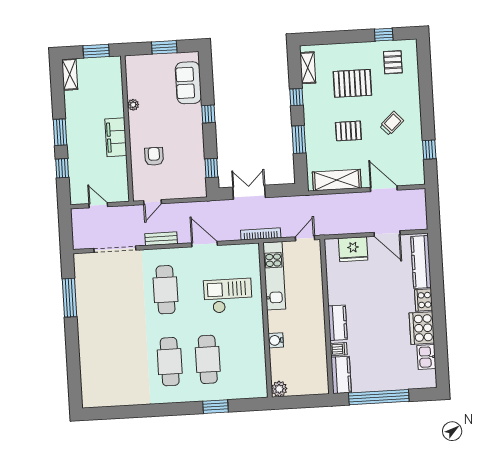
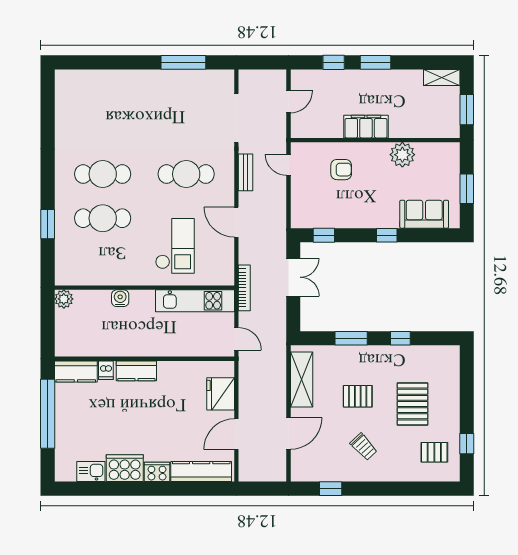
shelving: (308, 68) -> (434, 353), removed
plant: (133, 105) -> (402, 155), width x1.88, depth x1.88
pallet: (348, 131) -> (358, 396), turned 90
door: (204, 244) -> (236, 222), swing flipped

